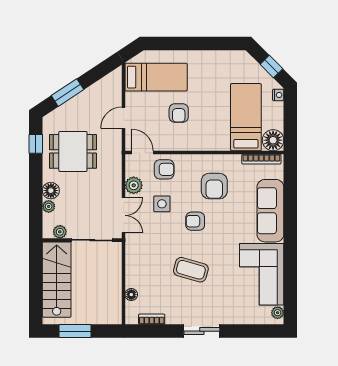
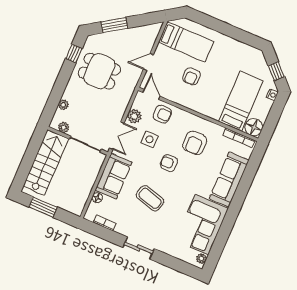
floor lamp: (51, 191) -> (70, 93), removed
sofa: (139, 262) -> (114, 176), added

